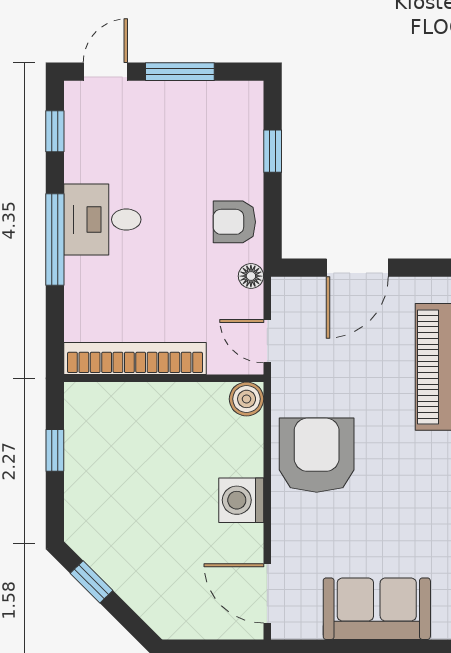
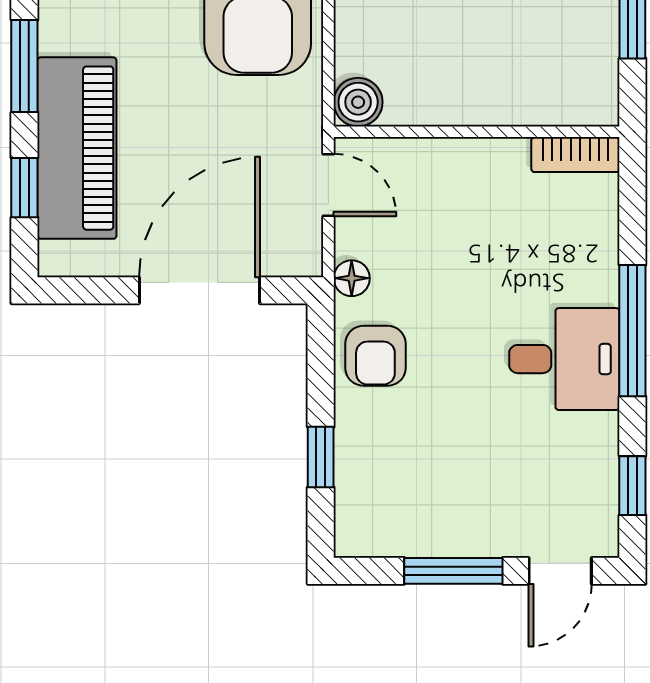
armchair: (234, 222) -> (375, 356), turned 90
door: (357, 268) -> (199, 290), width x1.36
bookcase: (135, 359) -> (575, 155), width x0.43, depth x0.76

